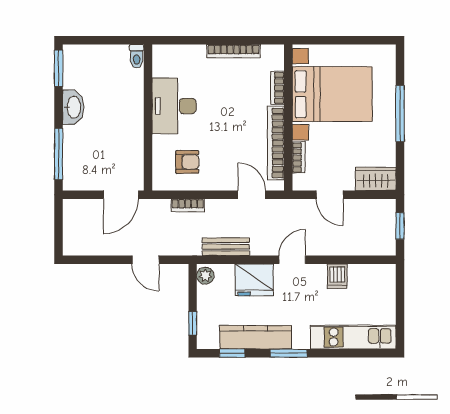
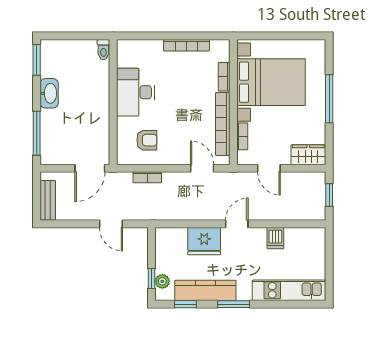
bench: (226, 247) -> (48, 200), moved, turned 90
plant: (205, 276) -> (162, 281), moved

